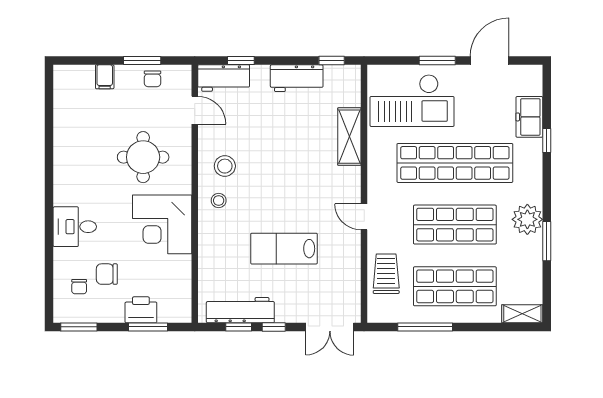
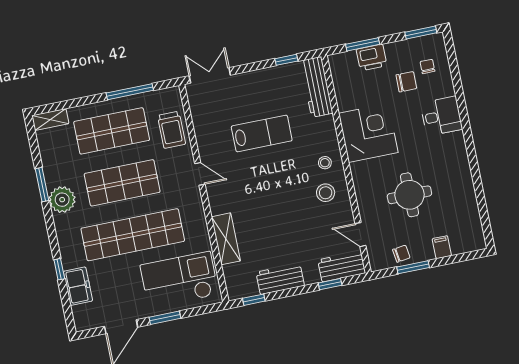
chair: (152, 79) -> (401, 254), turned 82
round table: (143, 157) -> (409, 195), moved
workbench: (240, 310) -> (317, 87), moved, turned 90
window: (274, 327) -> (257, 66), removed

